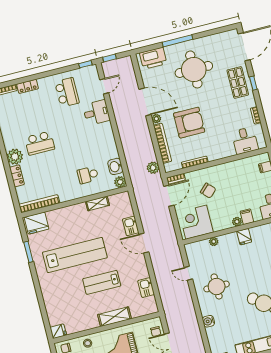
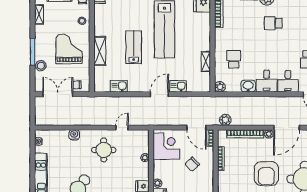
armchair: (189, 123) -> (266, 174), moved
desk: (102, 135) -> (267, 81), added
school desk: (40, 143) -> (273, 23), width x0.54
washbasin: (115, 166) -> (248, 86), moved

